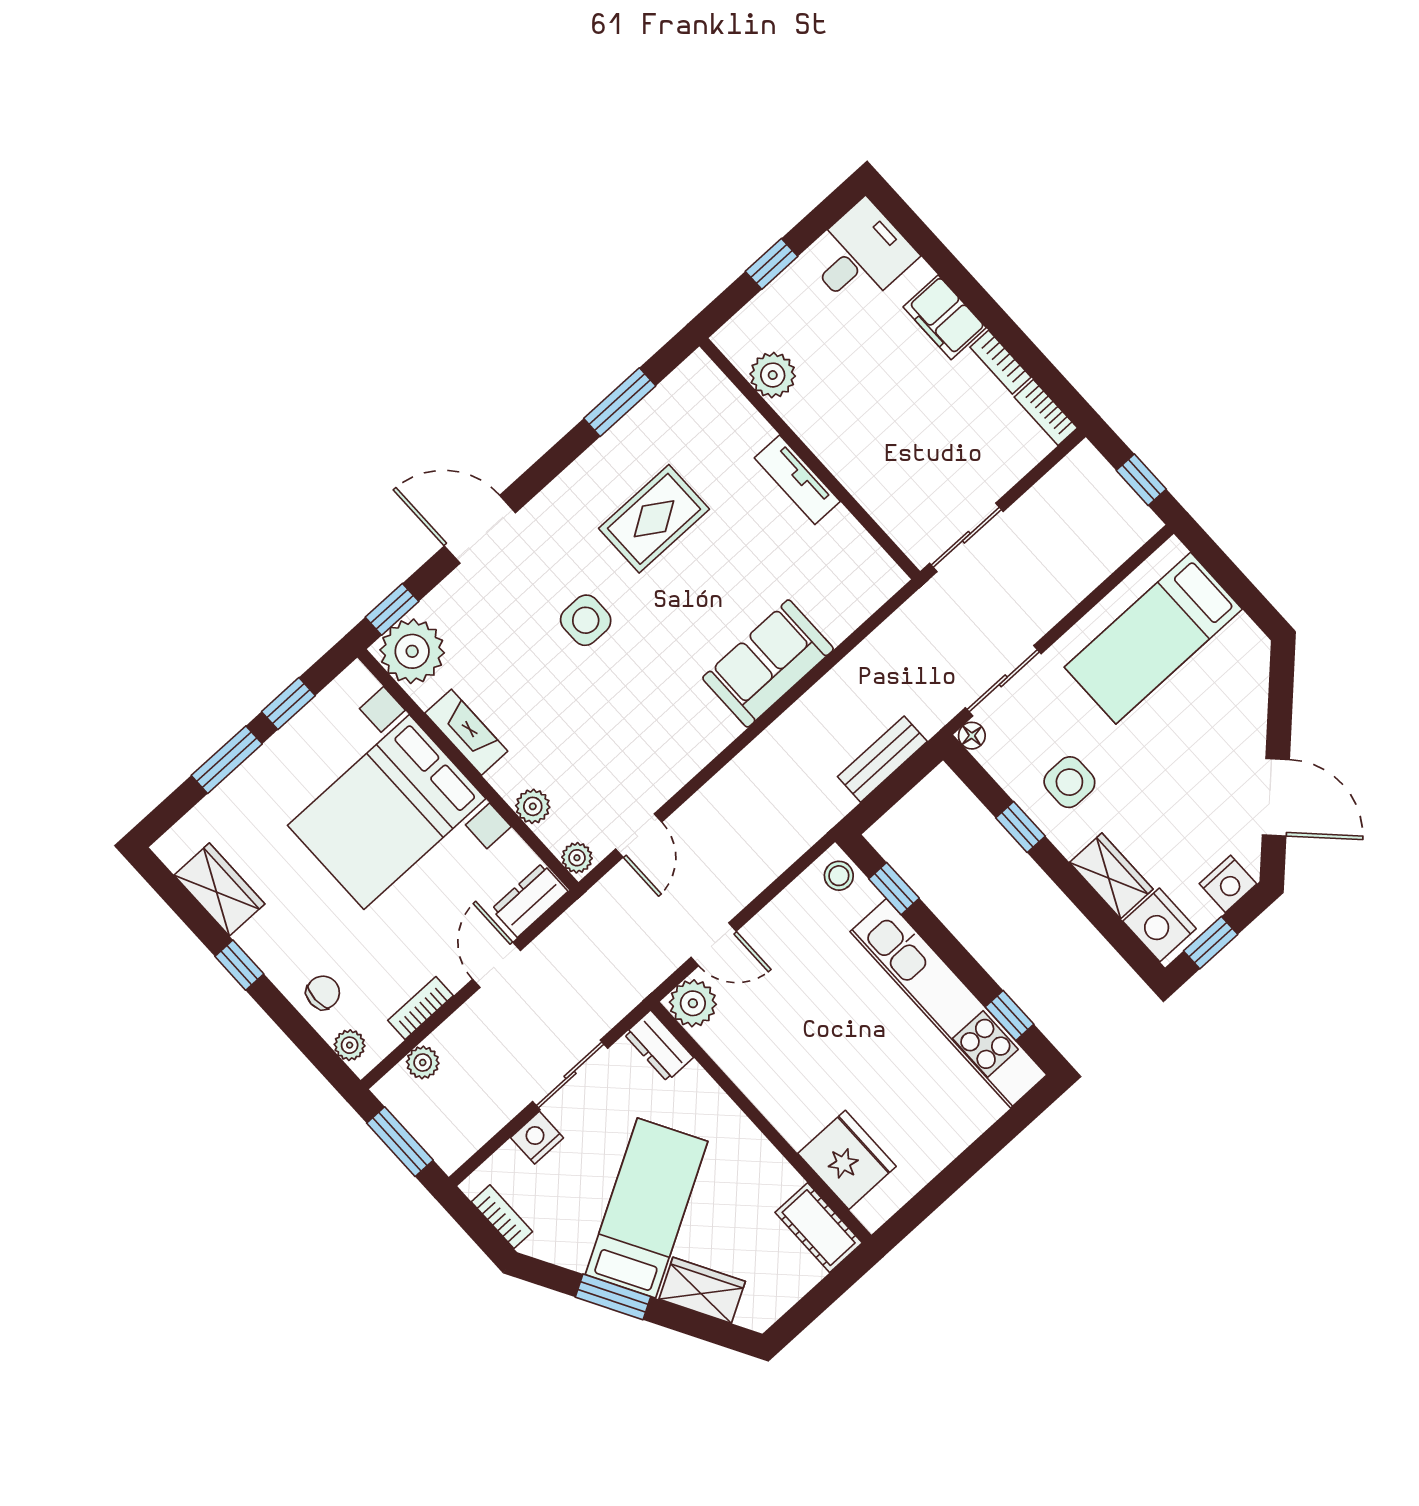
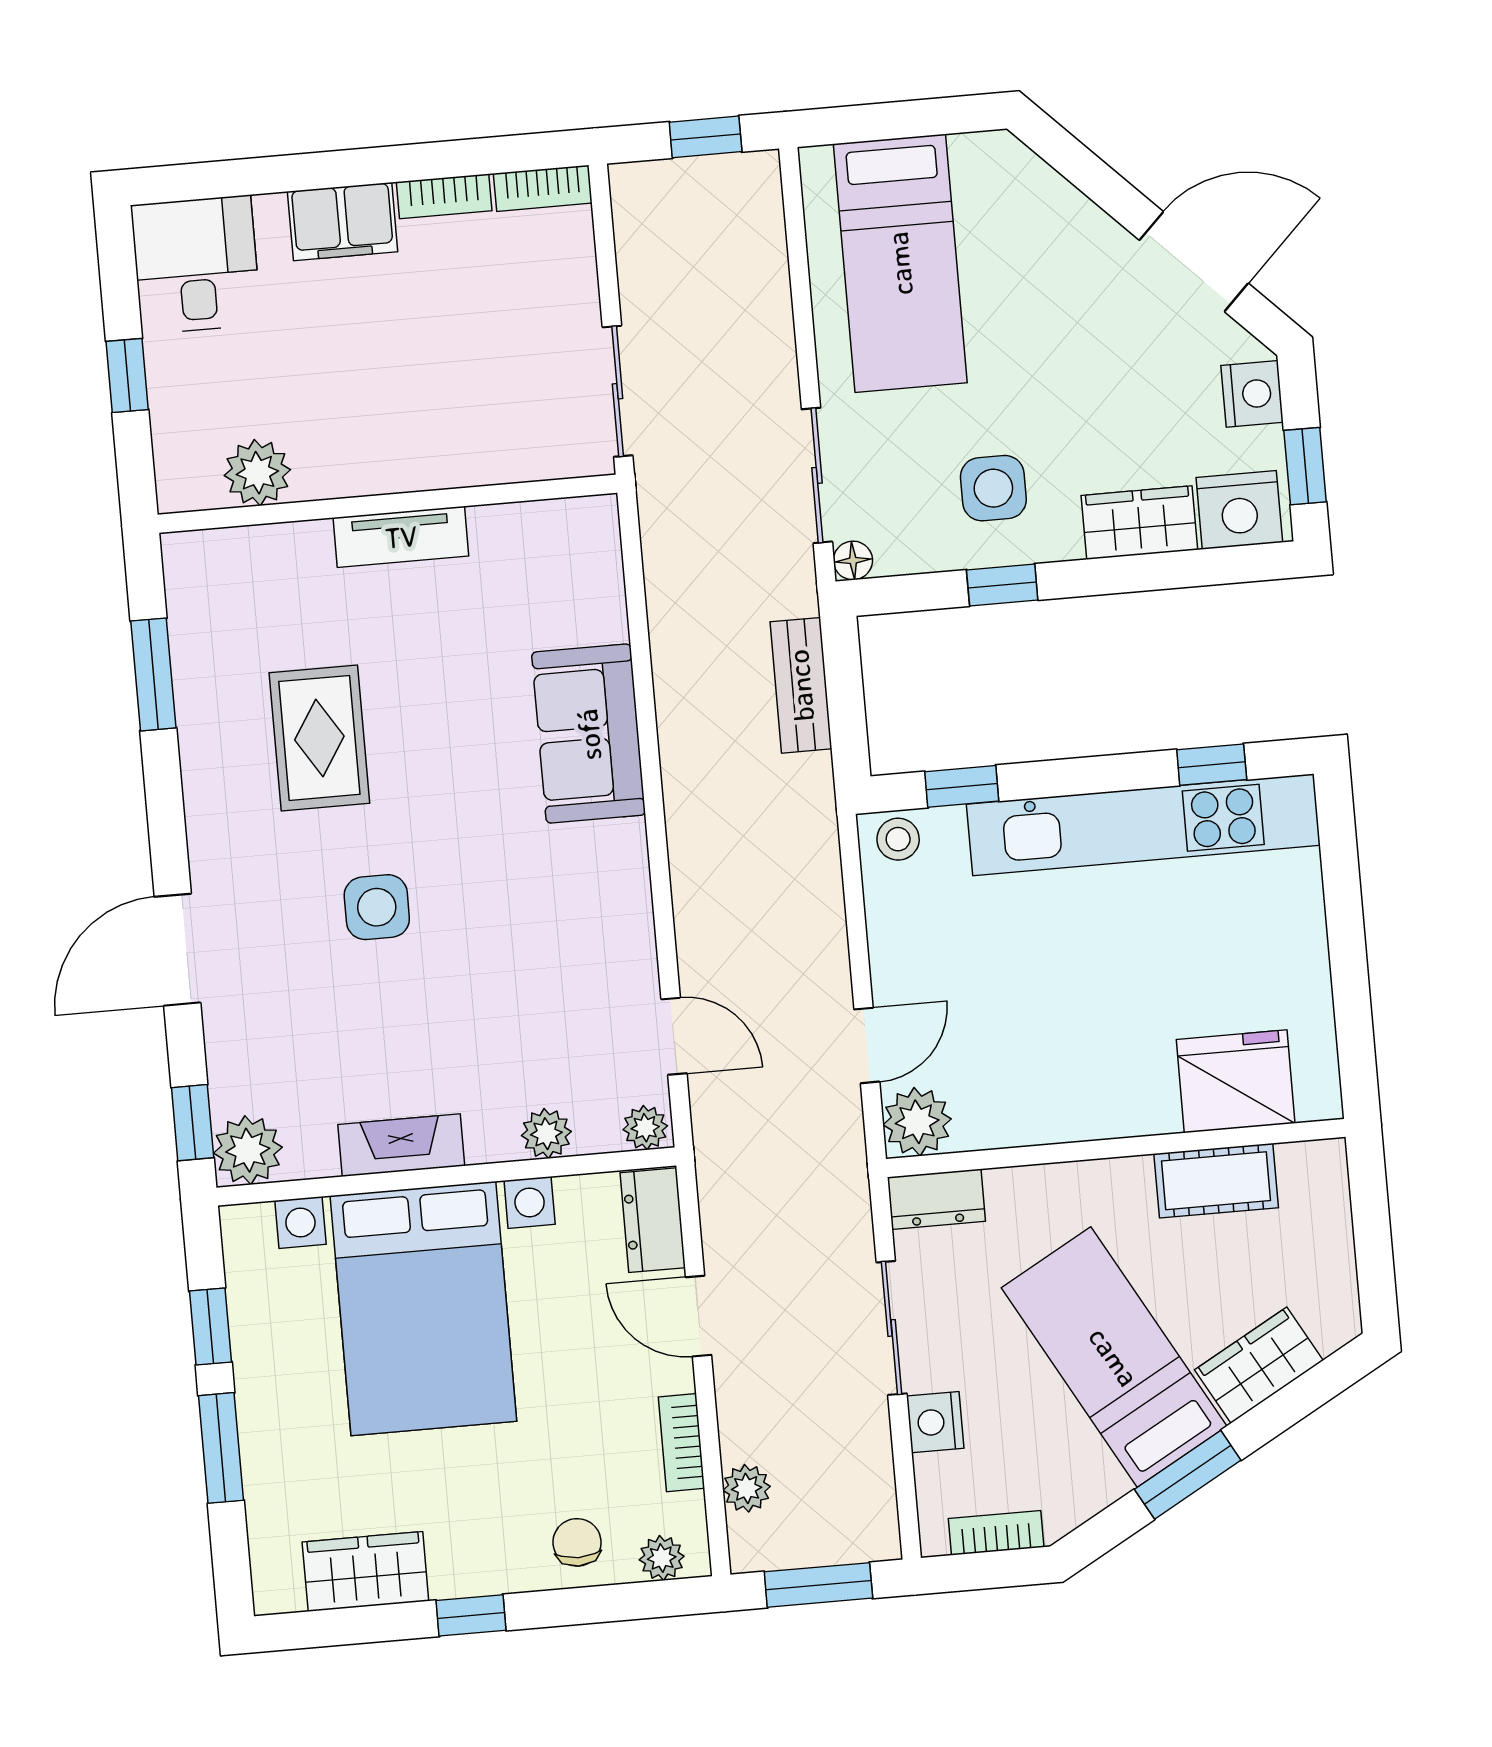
plant: (412, 651) -> (248, 1150), width x0.73, depth x0.73
cot: (819, 1228) -> (1216, 1181), moved

